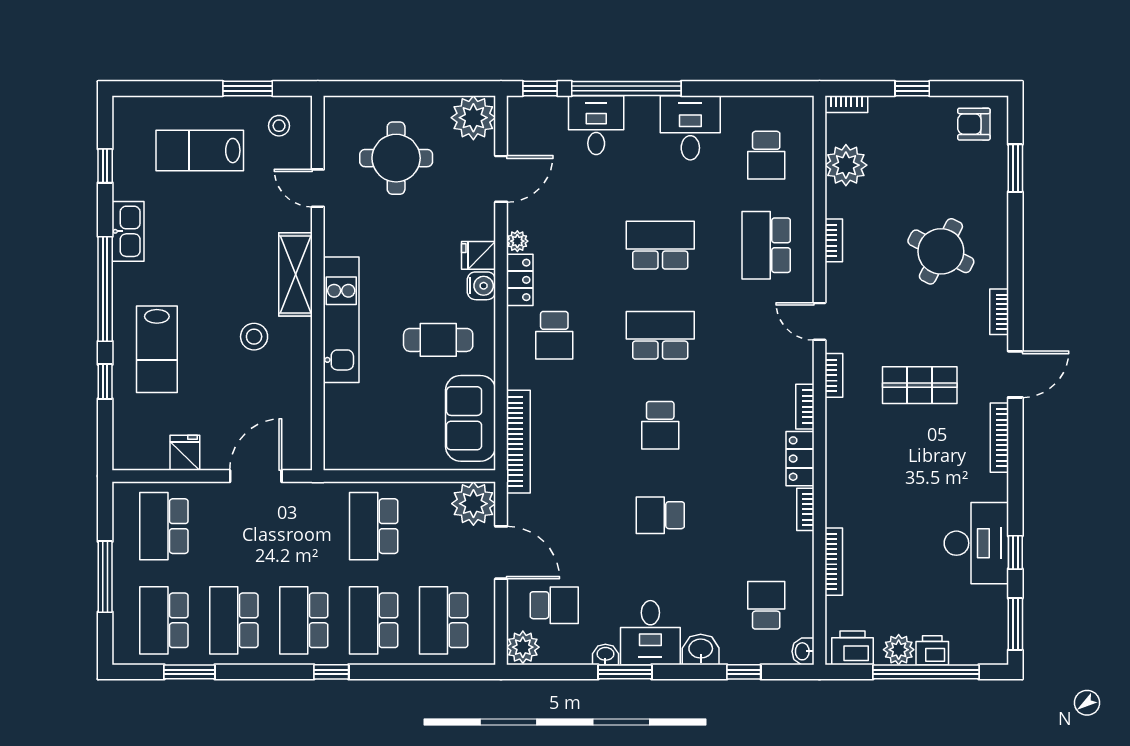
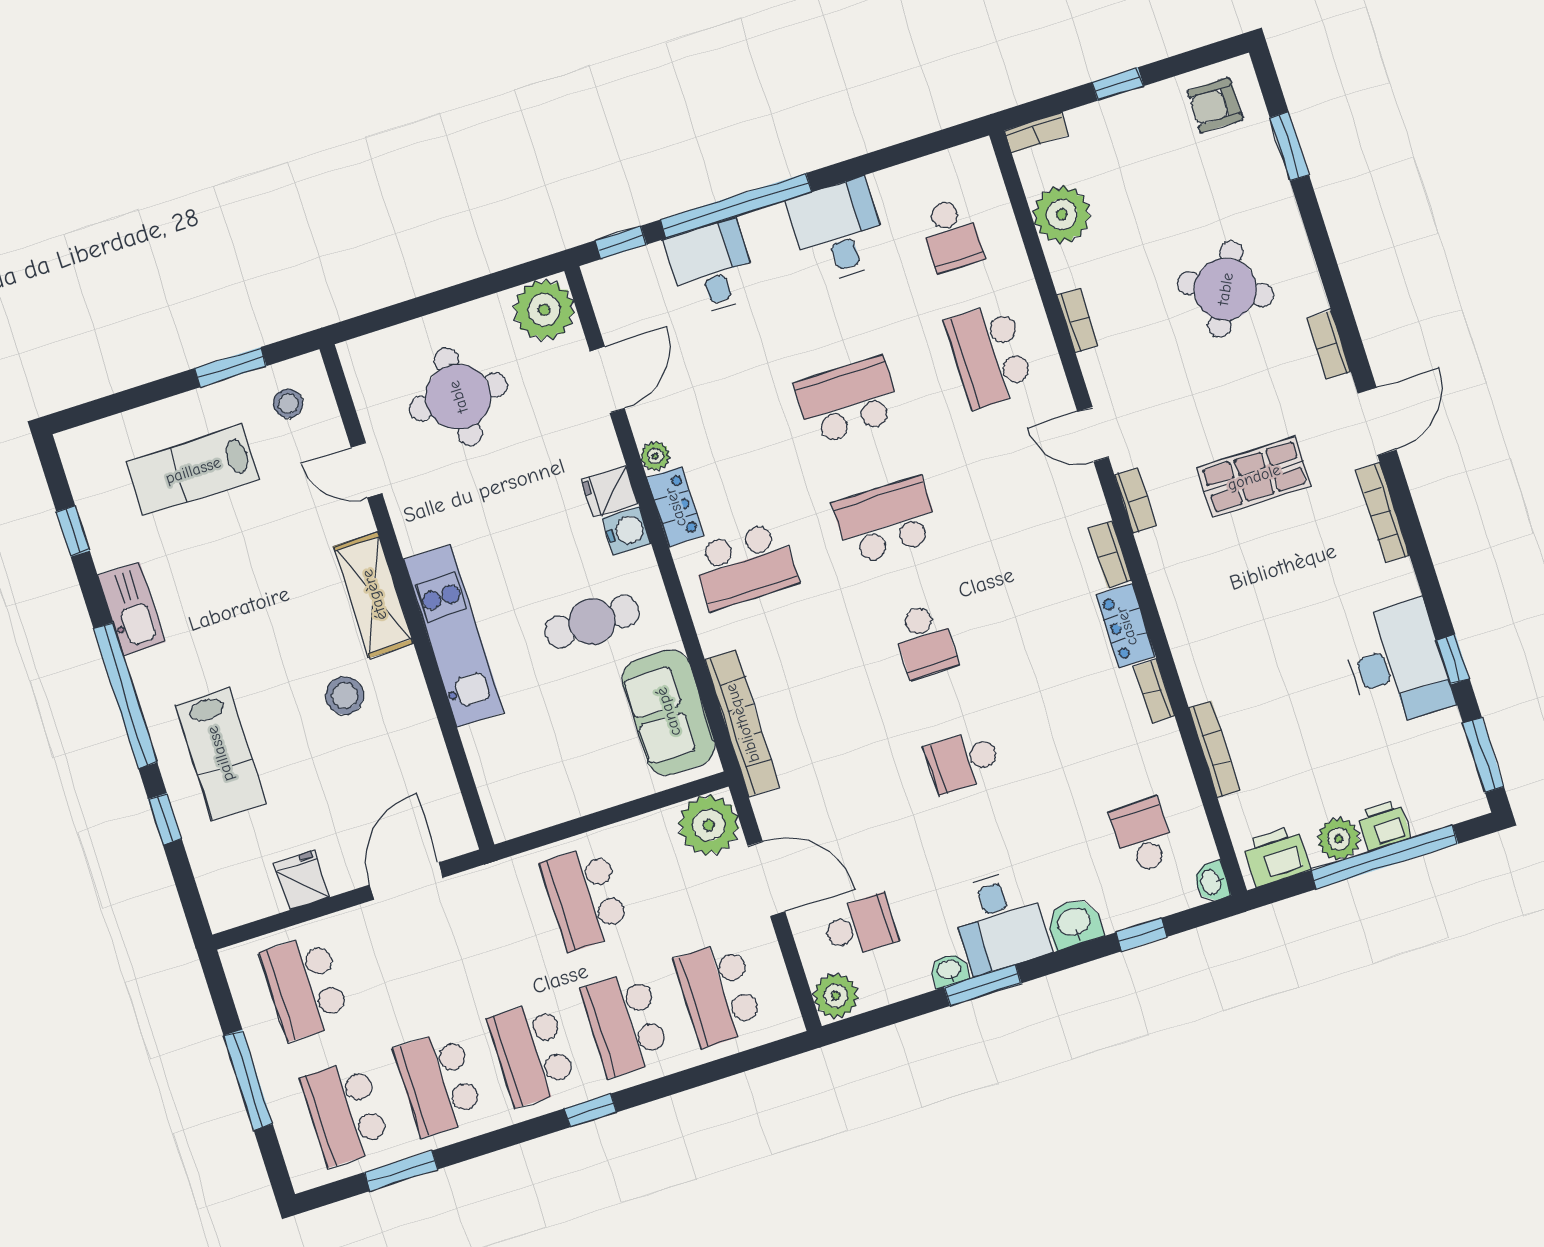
school desk: (554, 335) -> (745, 566), width x1.85

